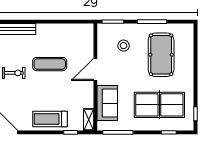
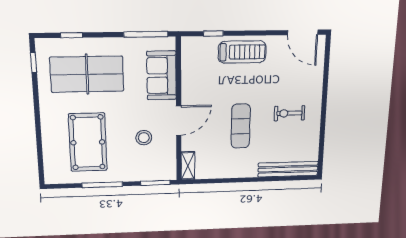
stool: (124, 46) -> (144, 138), moved
exercise mat: (50, 64) -> (241, 126), turned 90
shelving: (89, 120) -> (188, 166), moved

